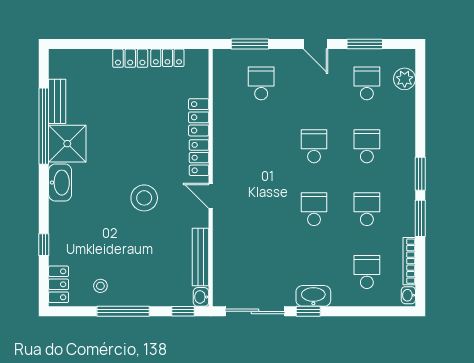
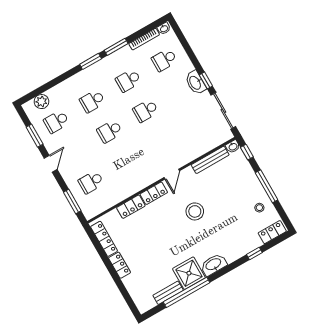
locker: (167, 58) -> (104, 239), width x1.53

